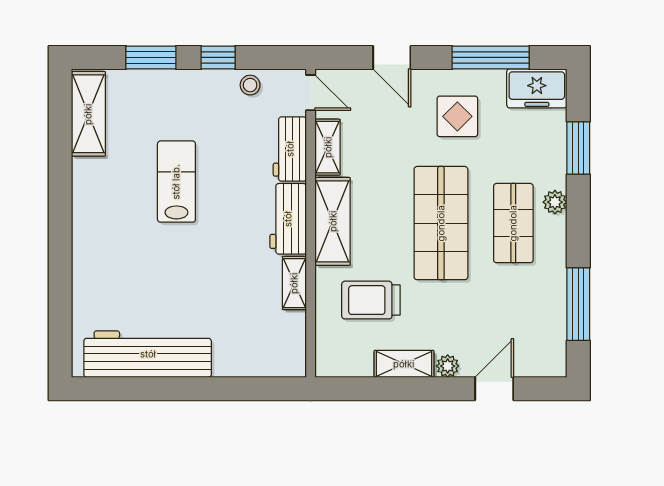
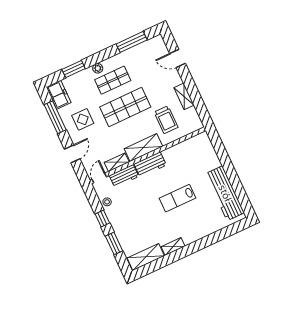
lab bench: (176, 182) -> (177, 198), moved
shelving: (294, 283) -> (173, 246), moved
plant: (448, 366) -> (177, 80), removed

